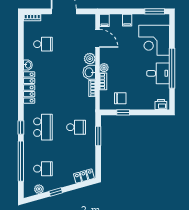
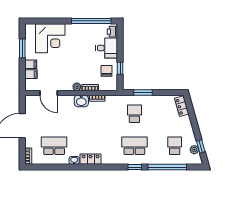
window: (155, 11) -> (22, 48), moved
filing cabinet: (104, 20) -> (31, 74), moved
door: (98, 38) -> (49, 93), swing flipped
school desk: (43, 44) -> (54, 146), width x1.85
plant: (90, 59) -> (68, 100), removed
window: (172, 68) -> (91, 21), moved
desk: (158, 73) -> (107, 48), moved, turned 90
locker: (29, 88) -> (91, 159), width x0.66
window: (56, 192) -> (201, 146), moved

